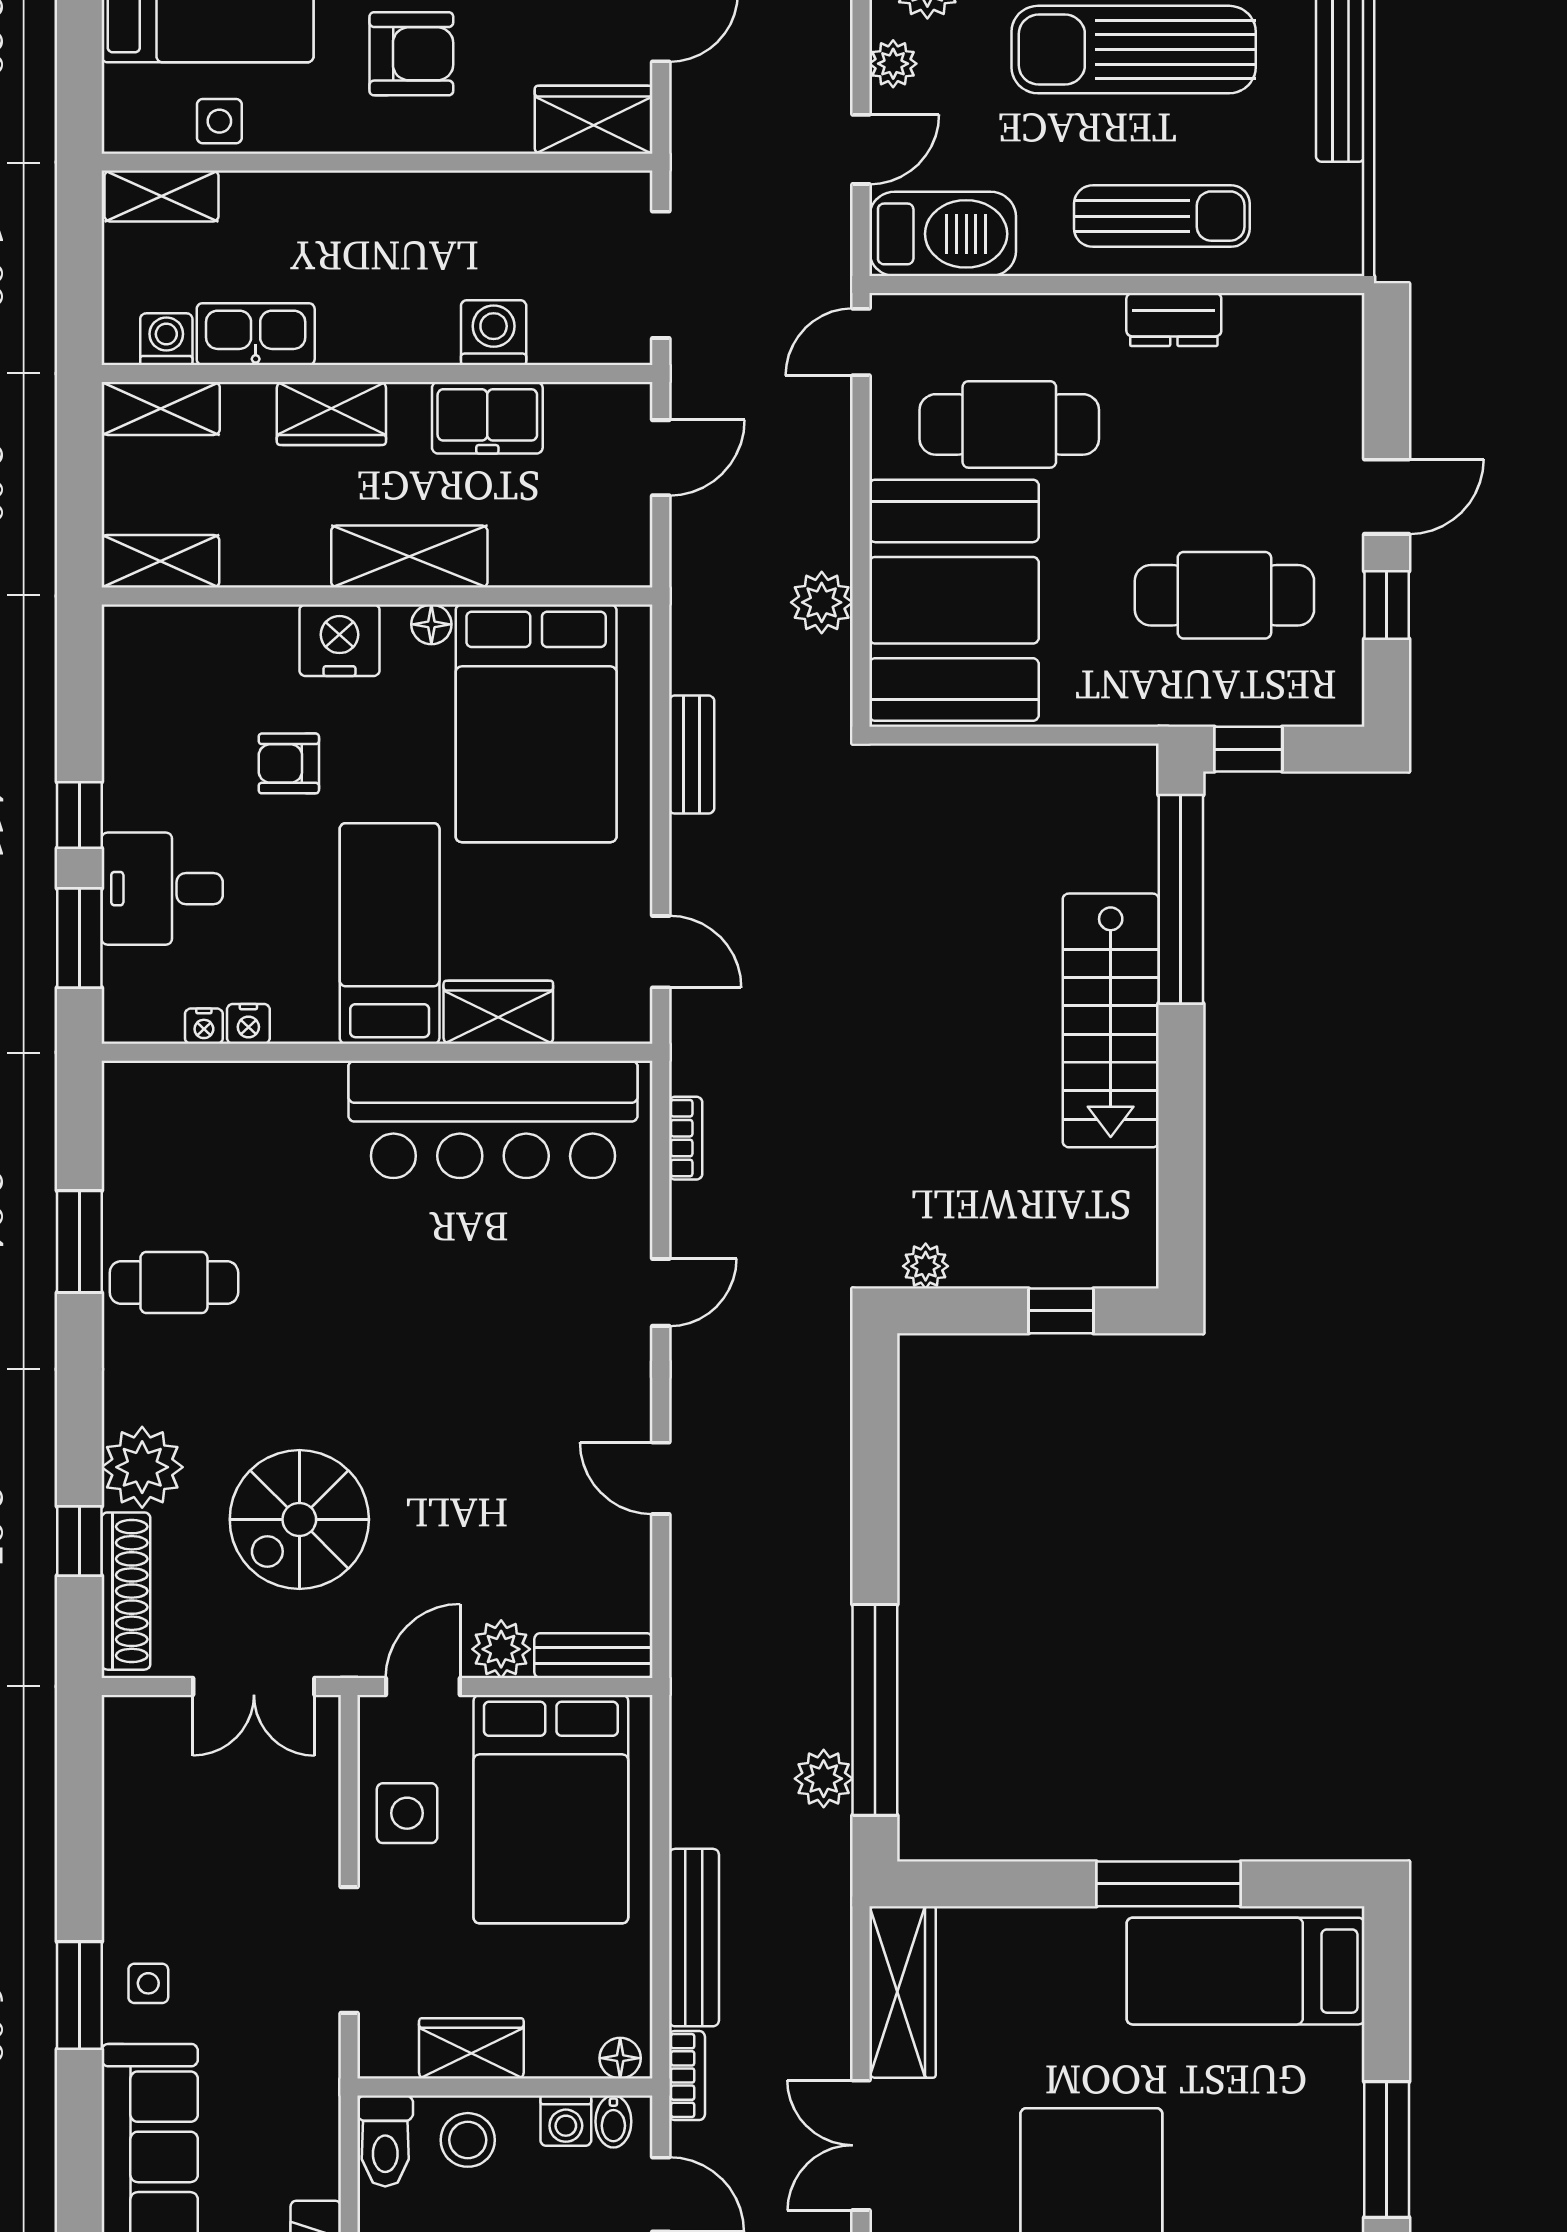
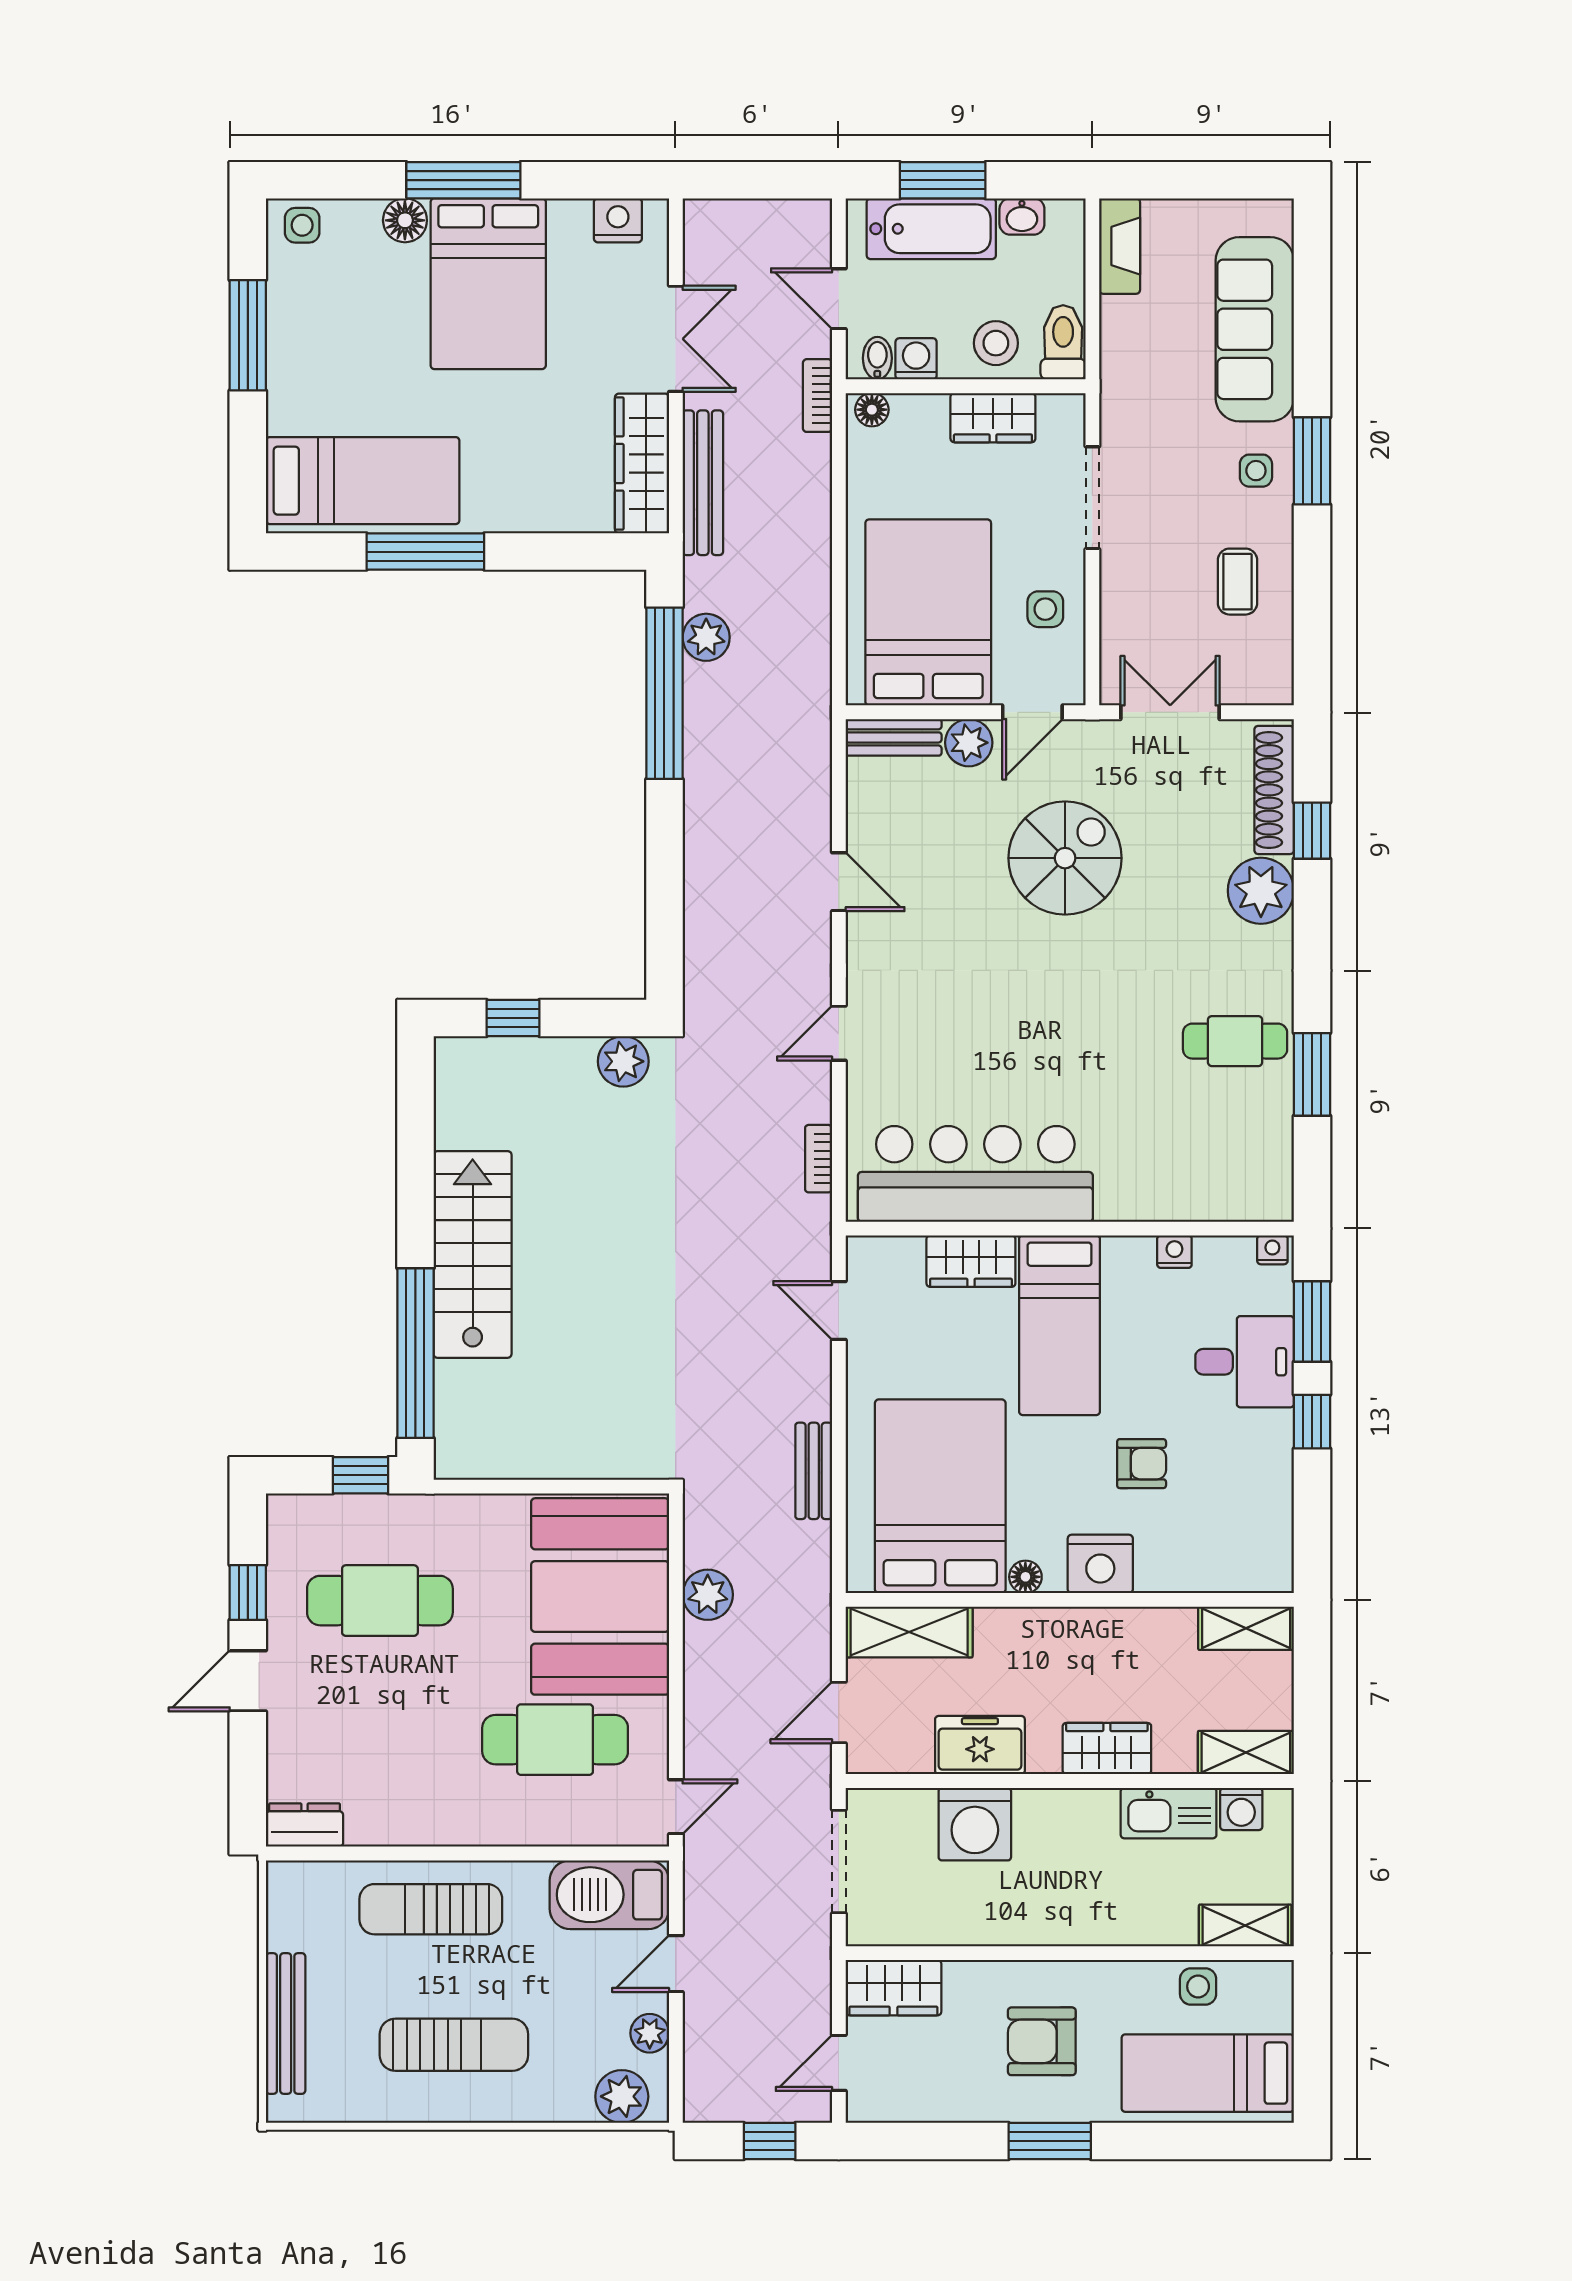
sun lounger: (1134, 50) -> (454, 2045), width x0.73, depth x0.75
dresser: (1174, 319) -> (305, 1825), moved
washing machine: (494, 333) -> (975, 1824), width x1.37, depth x1.37
shelving: (409, 556) -> (909, 1632), moved
nightstand: (204, 1026) -> (1272, 1250), moved
plant: (926, 1266) -> (623, 1061), width x1.38, depth x1.38
spiral stairs: (299, 1519) -> (1065, 858), moved
side table: (407, 1813) -> (1045, 609), width x0.73, depth x0.73
coffee table: (171, 1847) -> (1238, 582), added
bench: (694, 1938) -> (703, 483), moved

